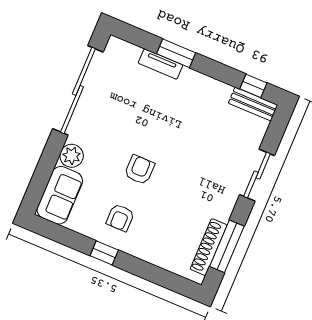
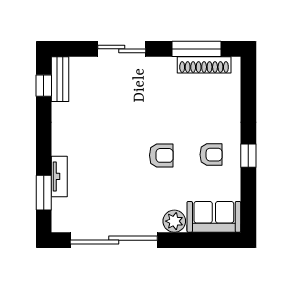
window: (176, 53) -> (44, 193), moved
armchair: (139, 170) -> (161, 155), turned 180

